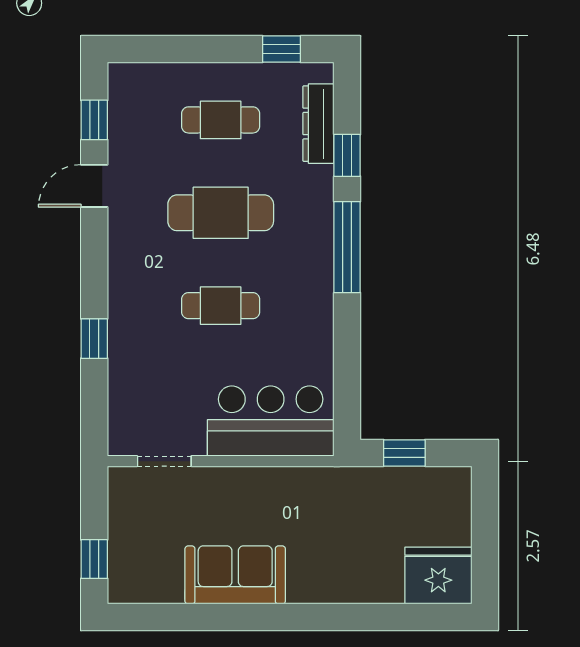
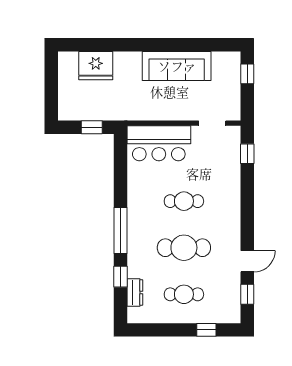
window: (281, 49) -> (206, 330), moved
dresser: (318, 124) -> (135, 292), width x0.70
window: (94, 339) -> (247, 154), moved
sofa: (235, 575) -> (177, 66), width x1.36
fridge: (438, 576) -> (96, 66), moved

